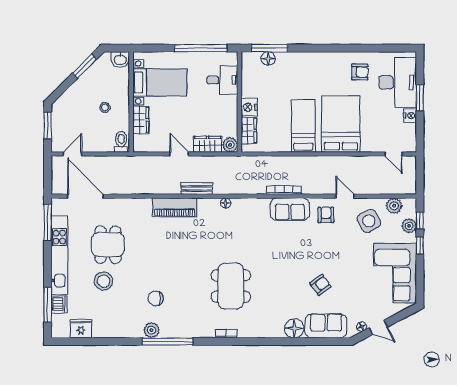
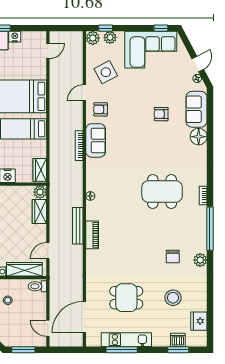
wardrobe: (141, 120) -> (24, 269), width x1.50
wardrobe: (249, 130) -> (40, 170), moved, turned -90
door: (179, 154) -> (48, 251), moved
bench: (197, 189) -> (78, 226), width x1.36
plant: (394, 206) -> (93, 38), moved
piano: (175, 207) -> (92, 235), width x0.73, depth x0.75
window: (48, 223) -> (122, 350), moved
window: (420, 245) -> (161, 28), moved
kitchen unit: (59, 255) -> (126, 340), width x0.73
stool: (104, 281) -> (173, 298), moved
armchair: (320, 285) -> (161, 114), turned -54
window: (48, 305) -> (178, 350), width x0.69
window: (167, 341) -> (210, 229), moved

